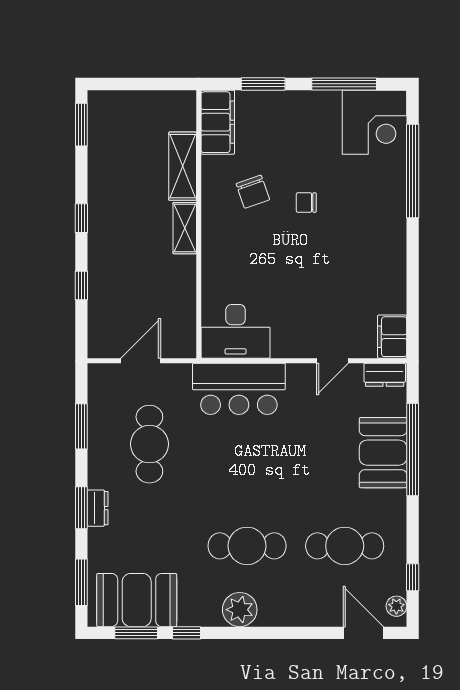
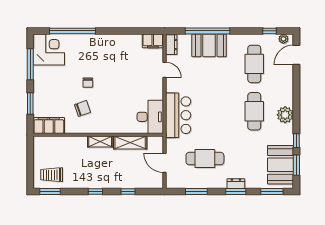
trolley: (116, 128) -> (52, 175), added
shelving: (183, 166) -> (130, 143), moved

